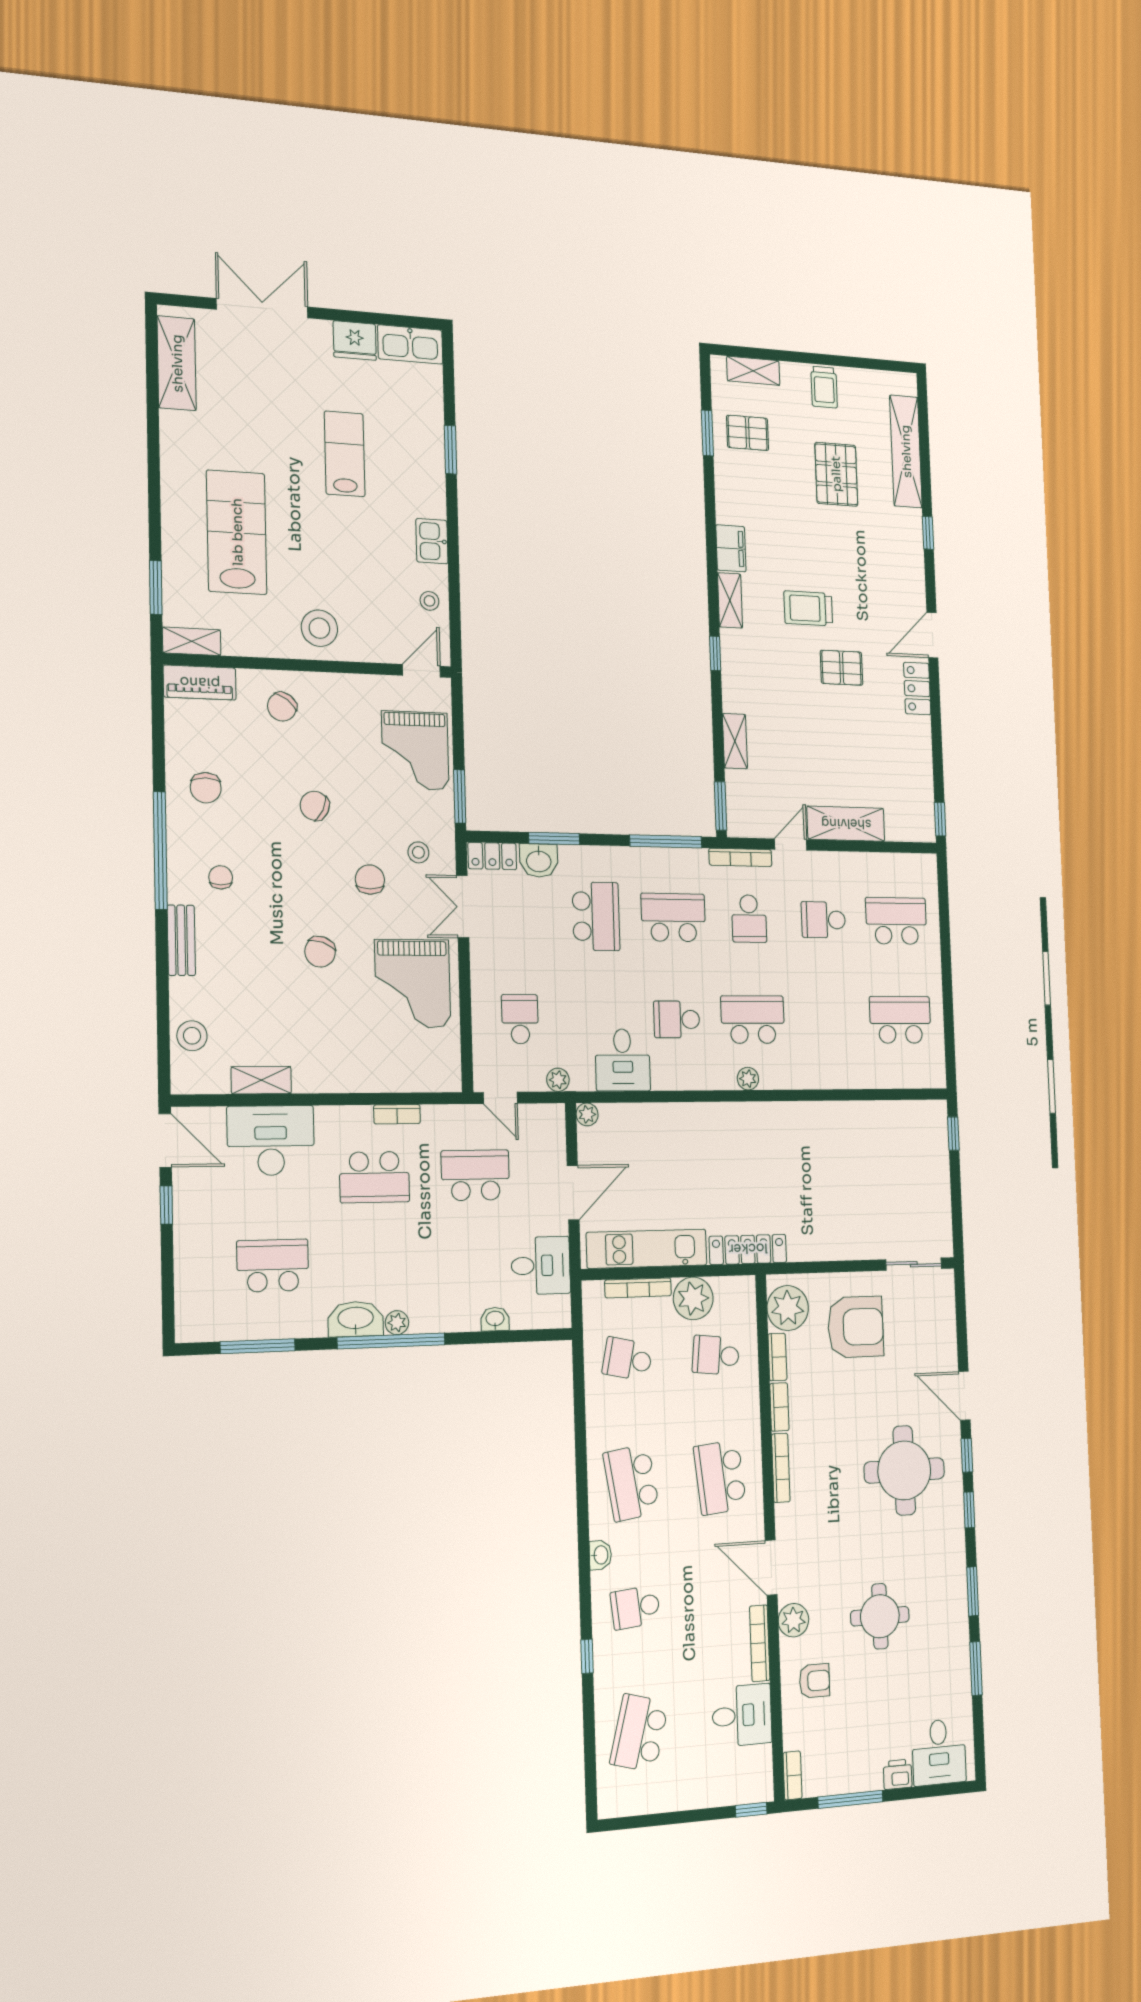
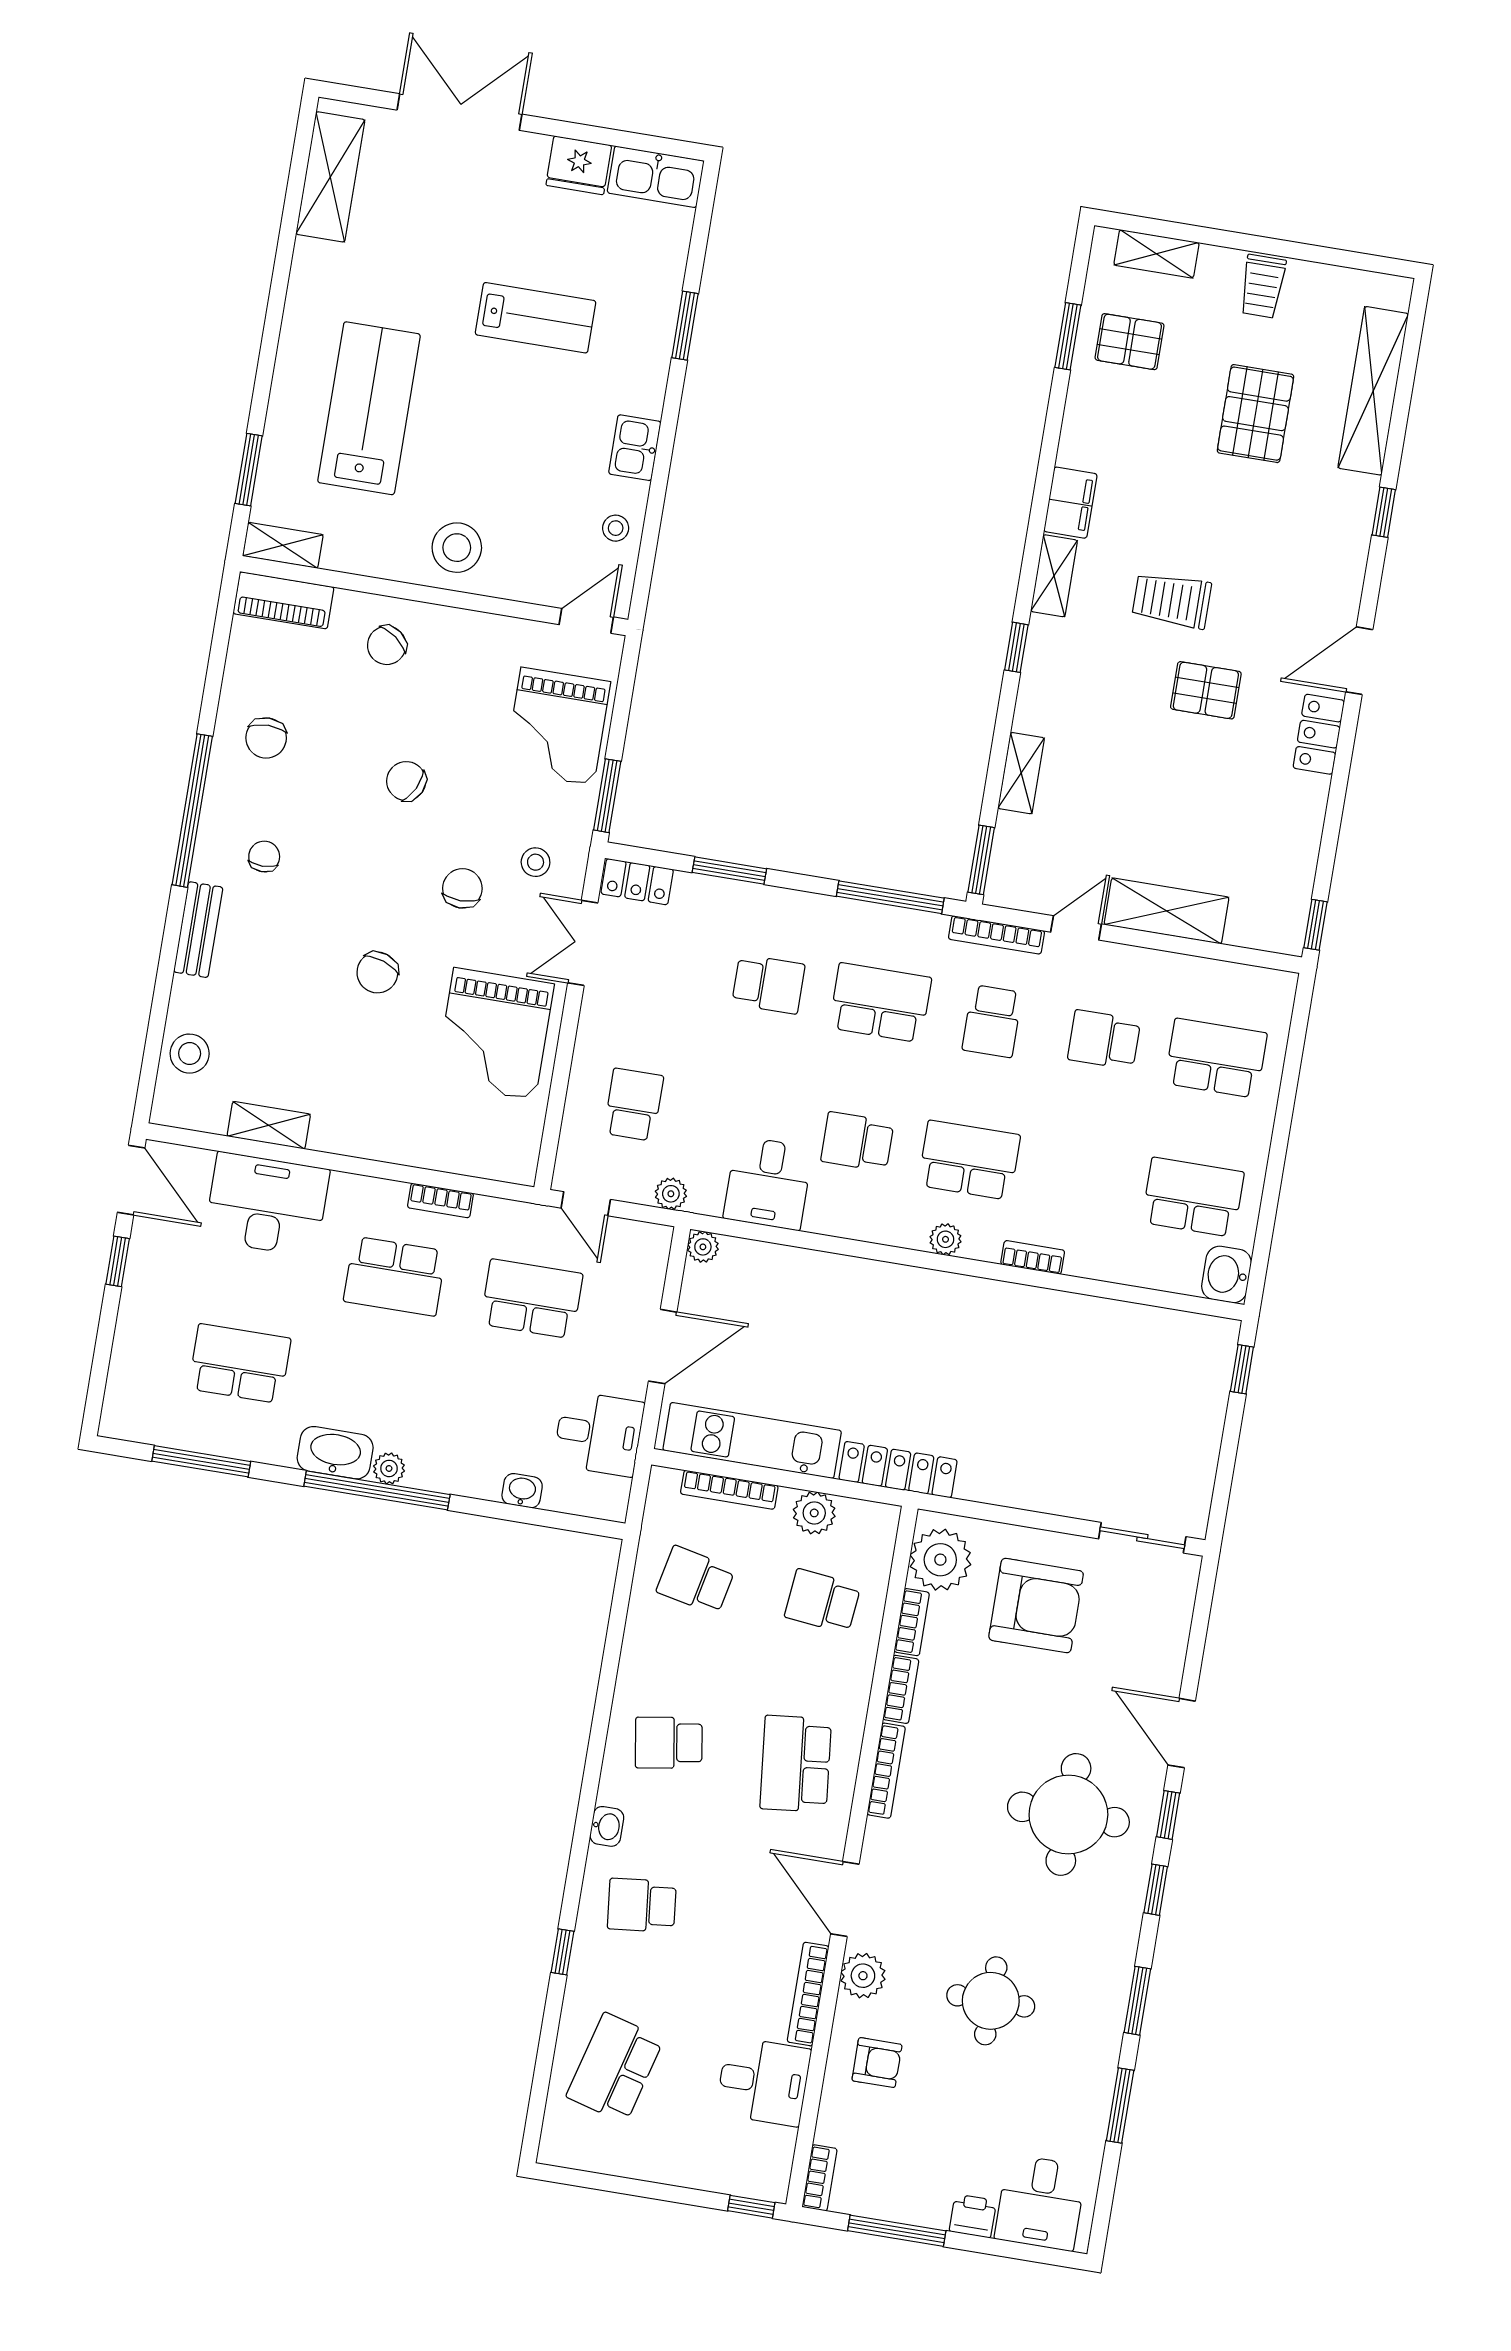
lab bench: (345, 454) -> (536, 318), turned 90
washbasin: (539, 861) -> (1227, 1275), moved, turned 90
school desk: (596, 916) -> (768, 984), width x0.54
bookcase: (807, 1081) -> (1033, 1257), added
plant: (693, 1298) -> (814, 1513), width x0.73, depth x0.73
school desk: (631, 1483) -> (669, 1743), width x0.54

